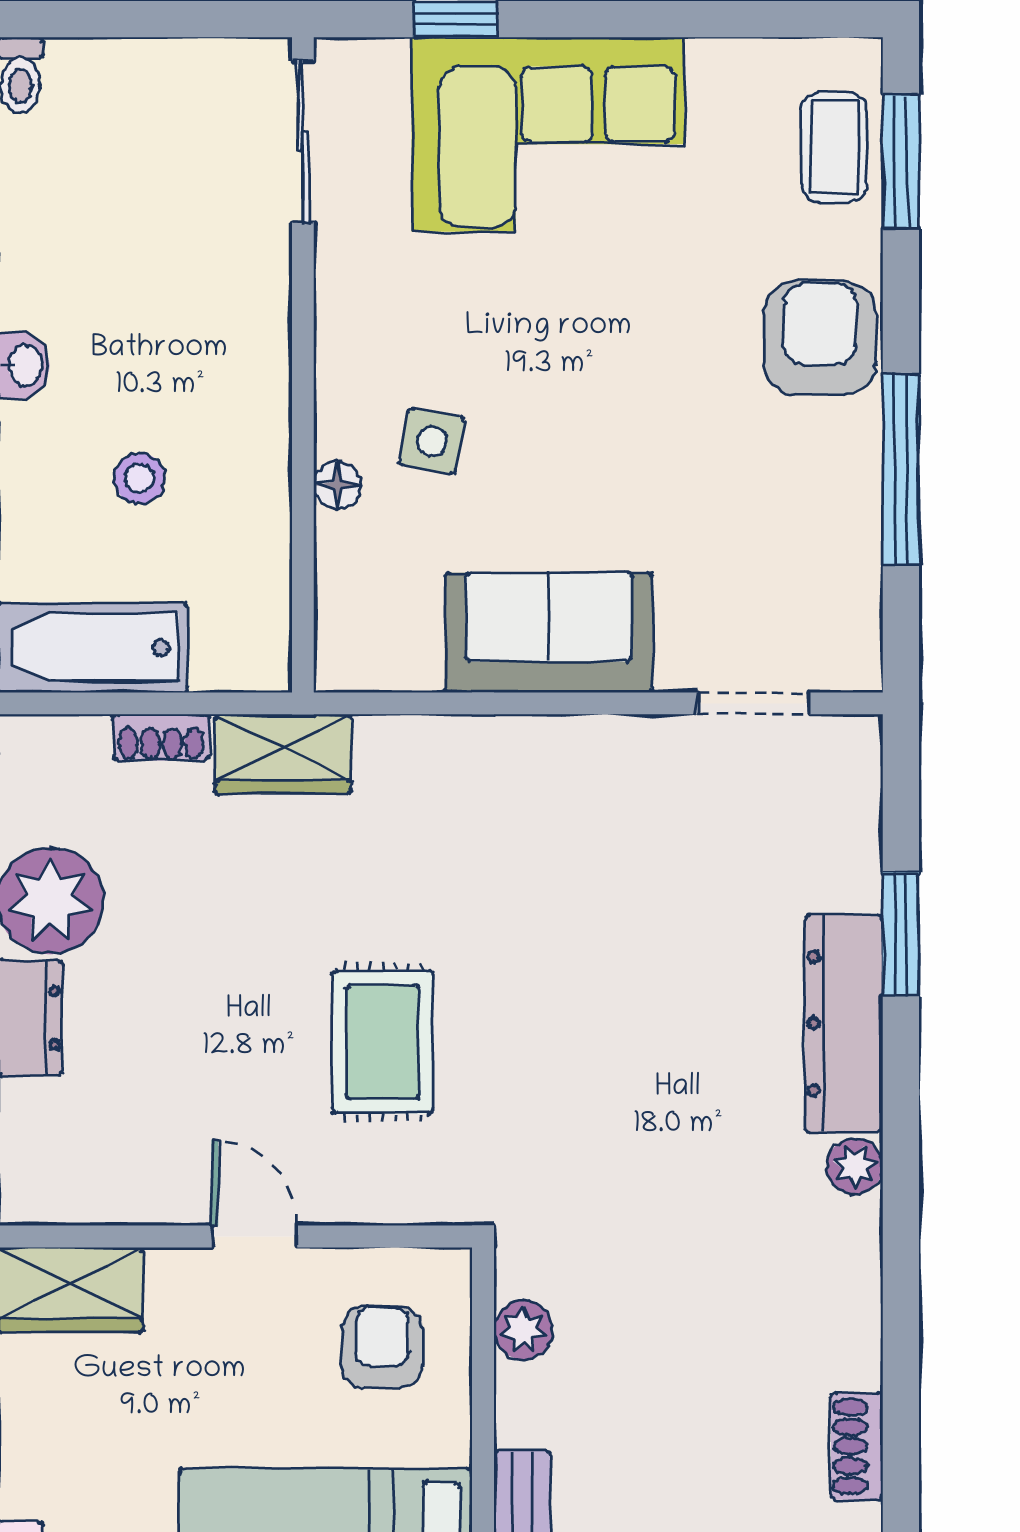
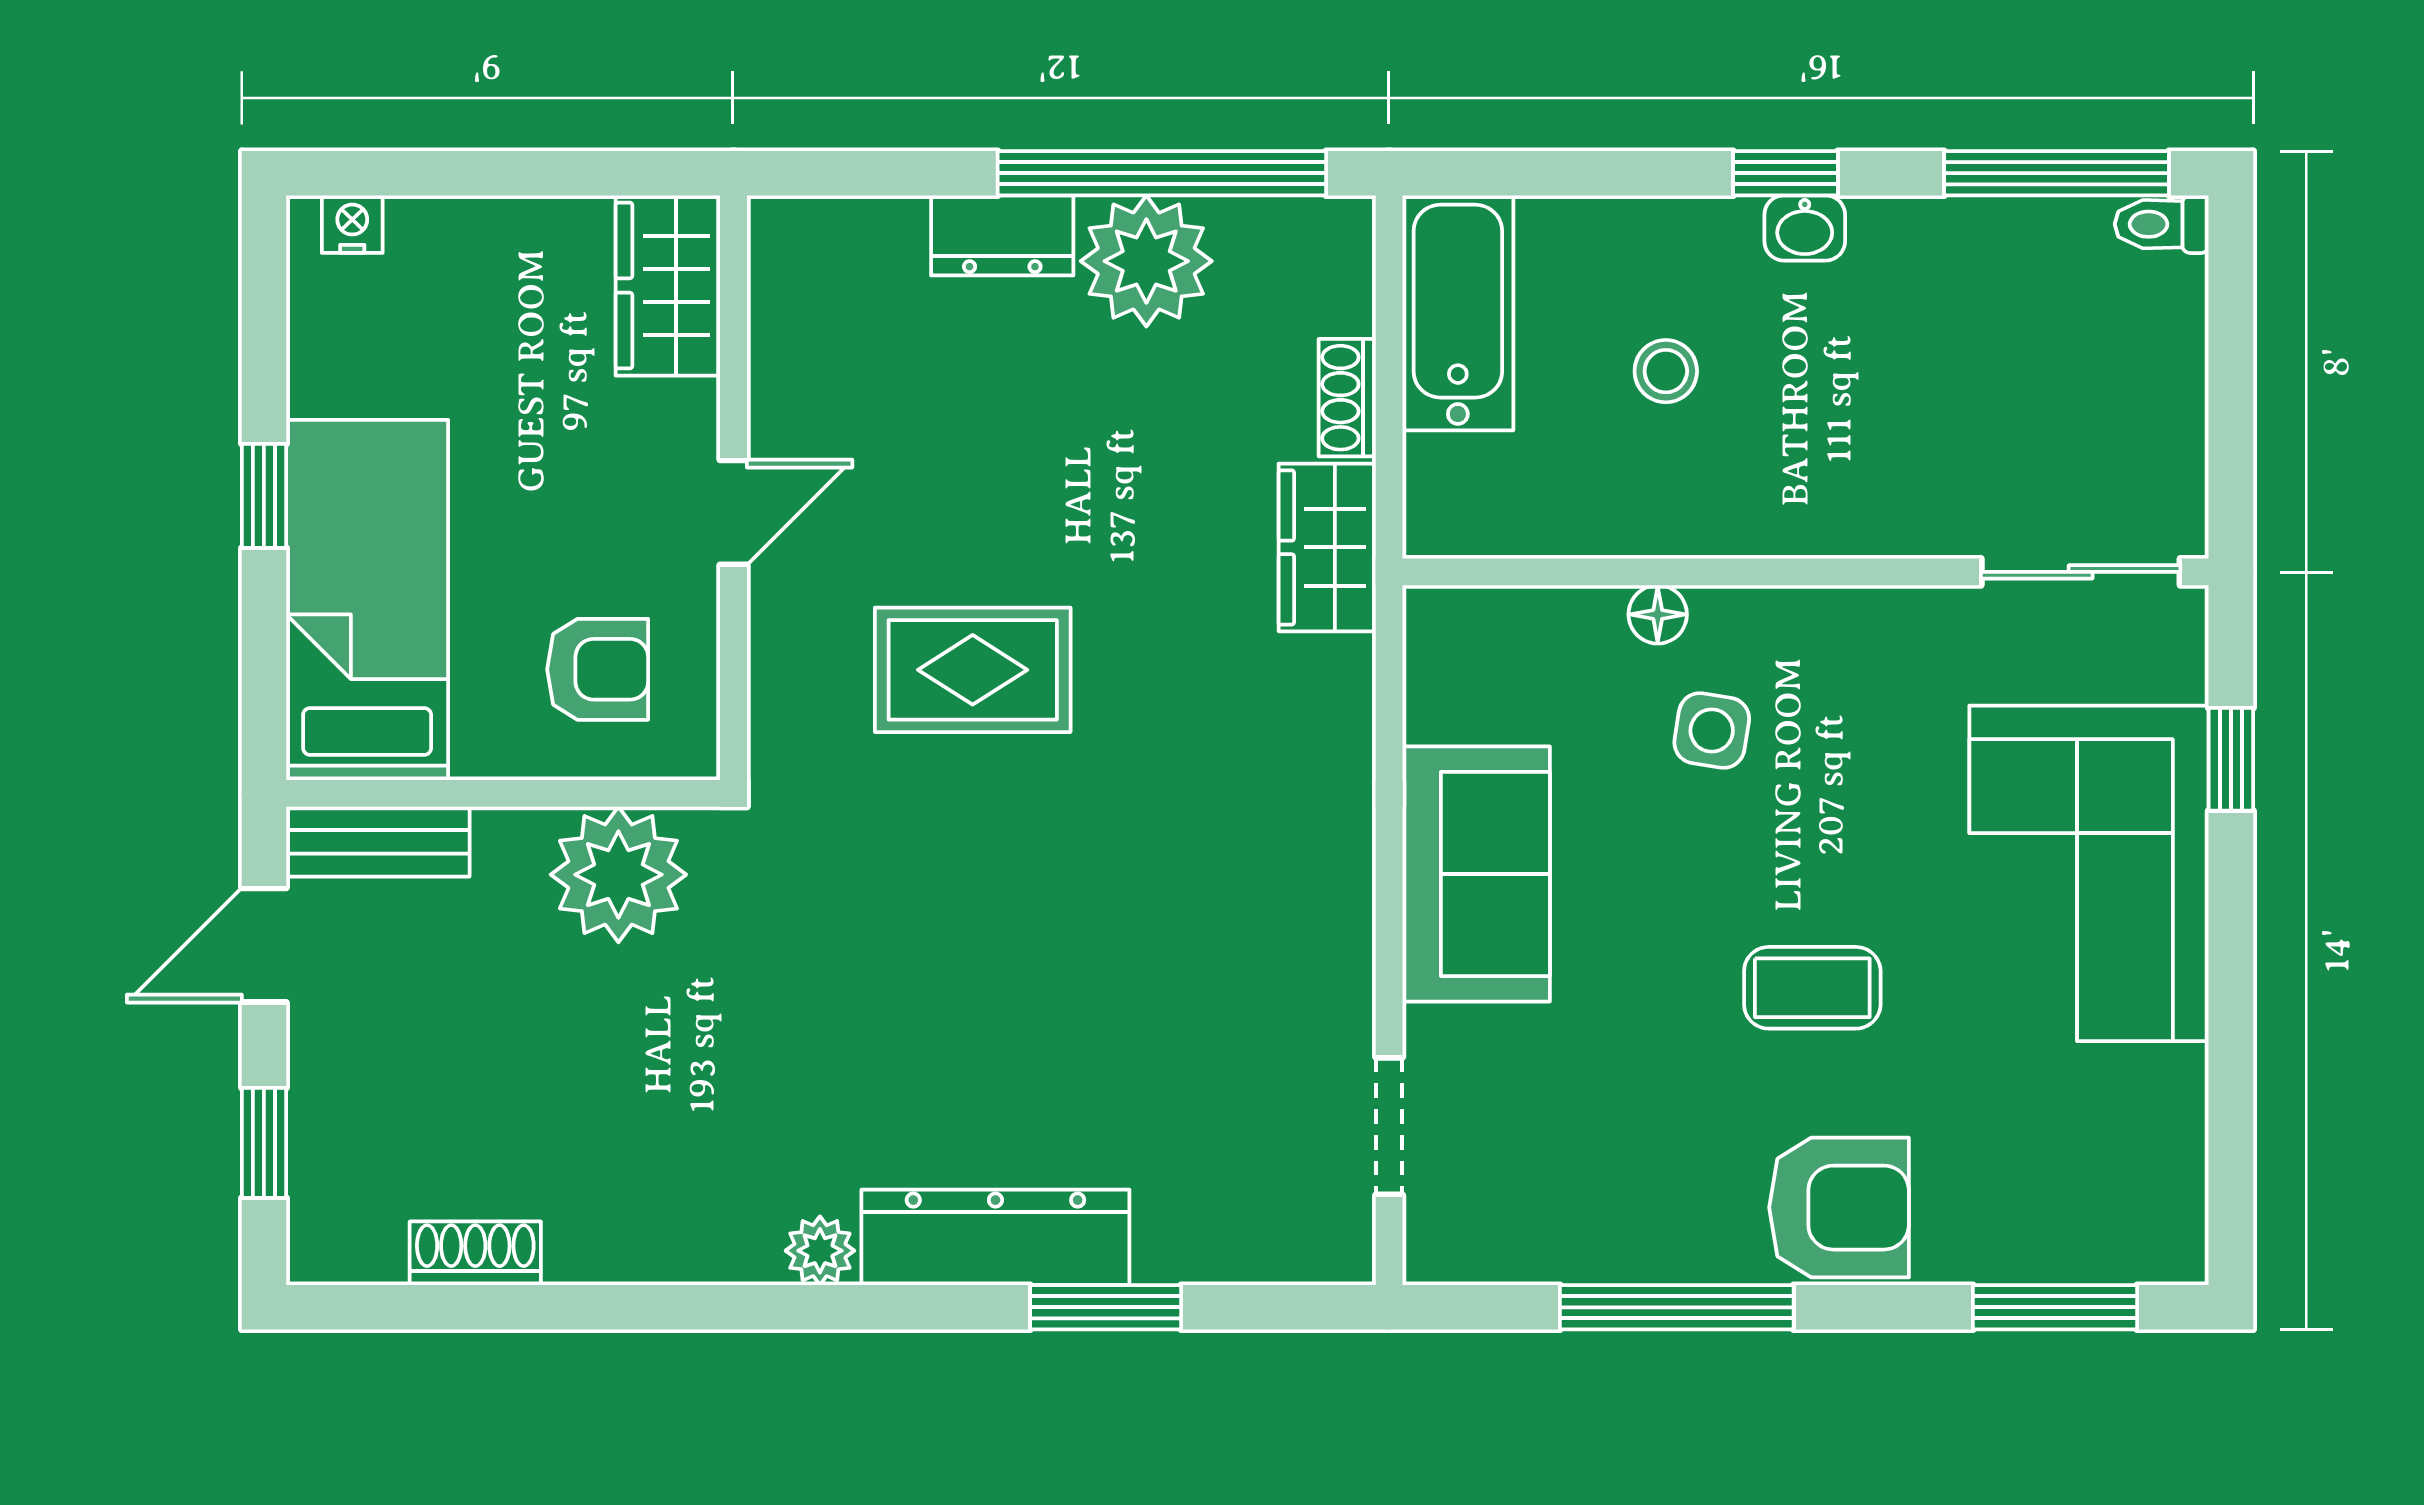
coffee table: (834, 147) -> (1812, 988), moved
plant: (523, 1330) -> (618, 875), width x1.88, depth x1.88

